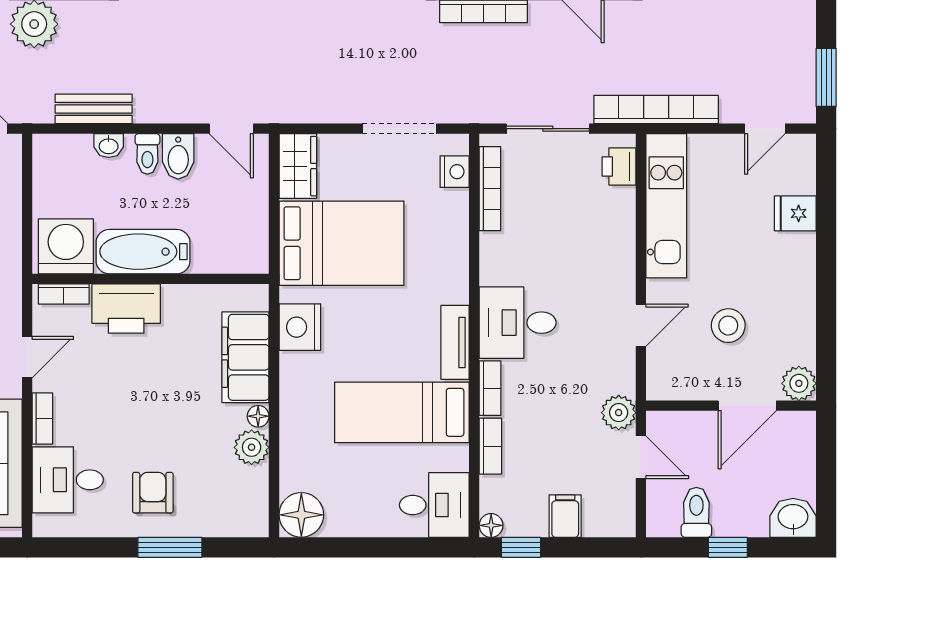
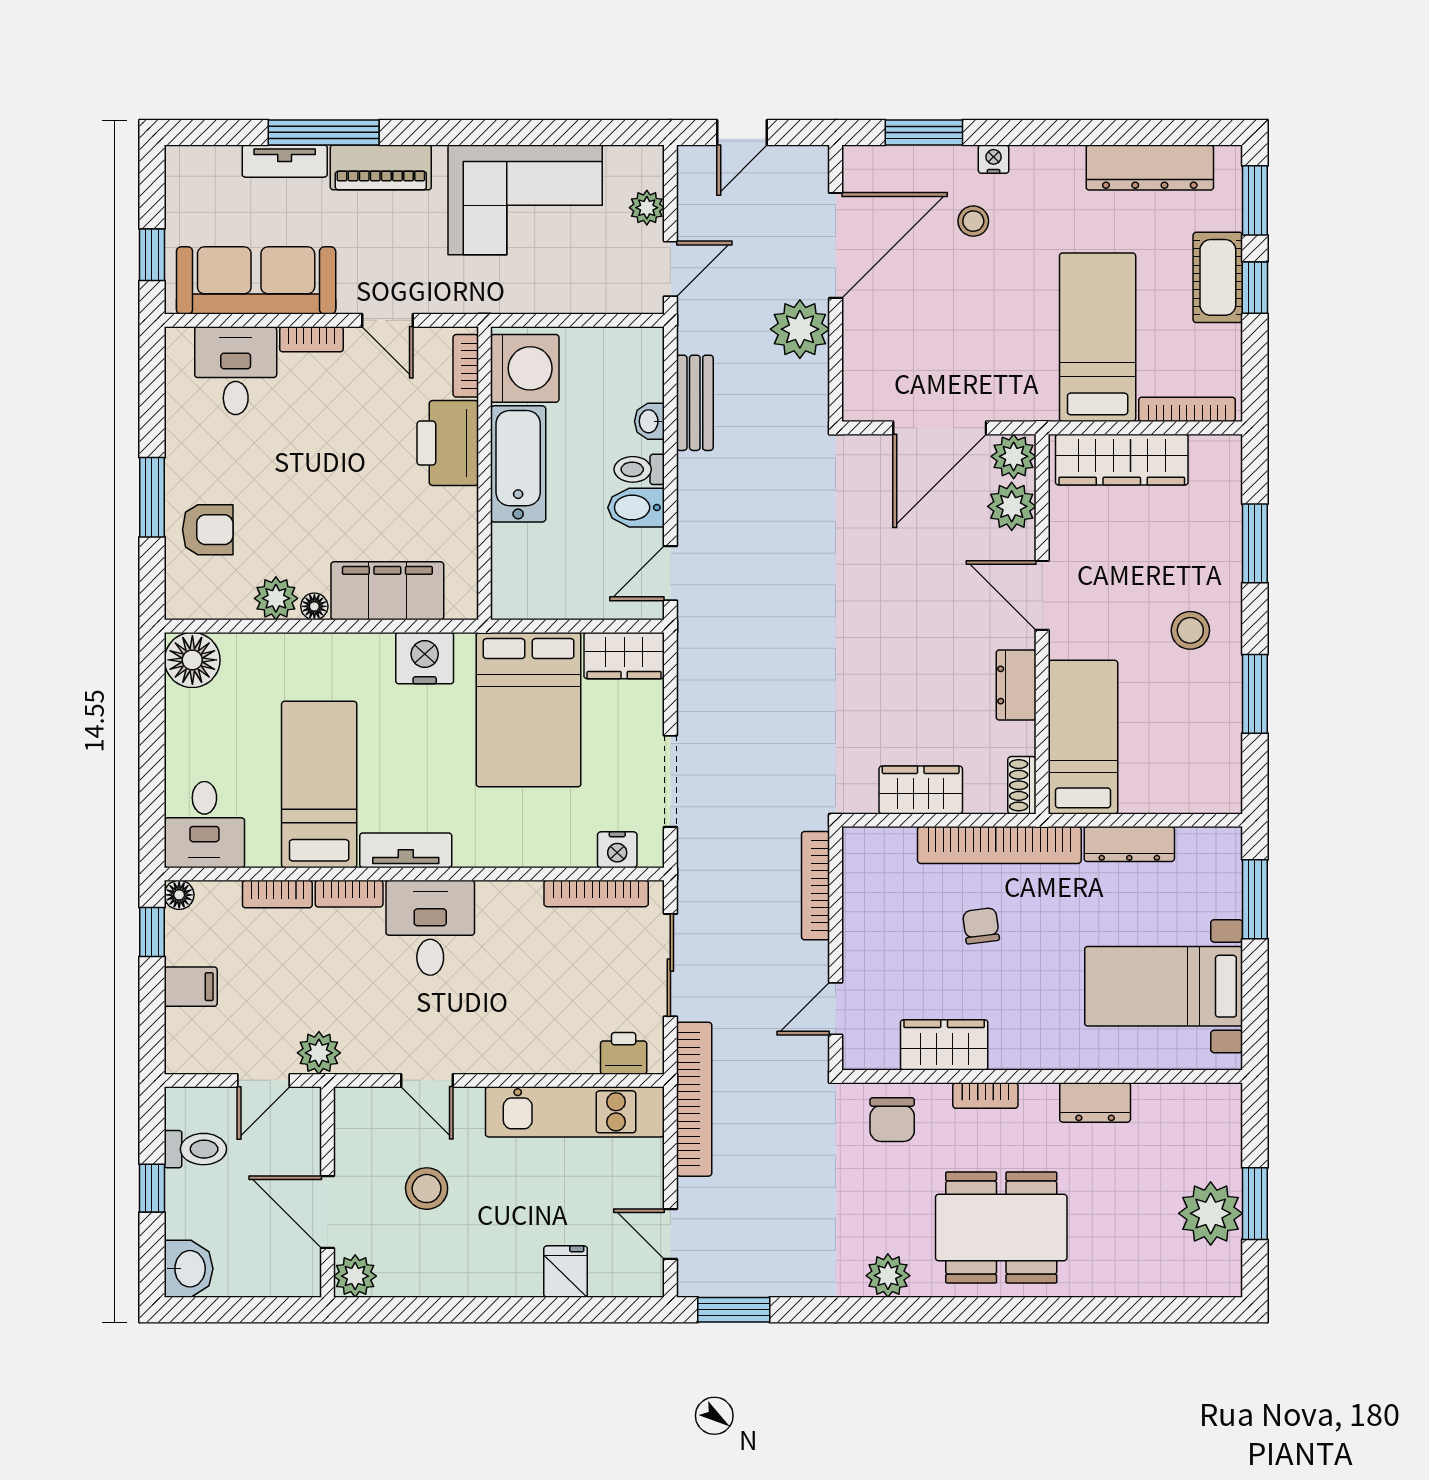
armchair: (153, 493) -> (208, 530), moved

